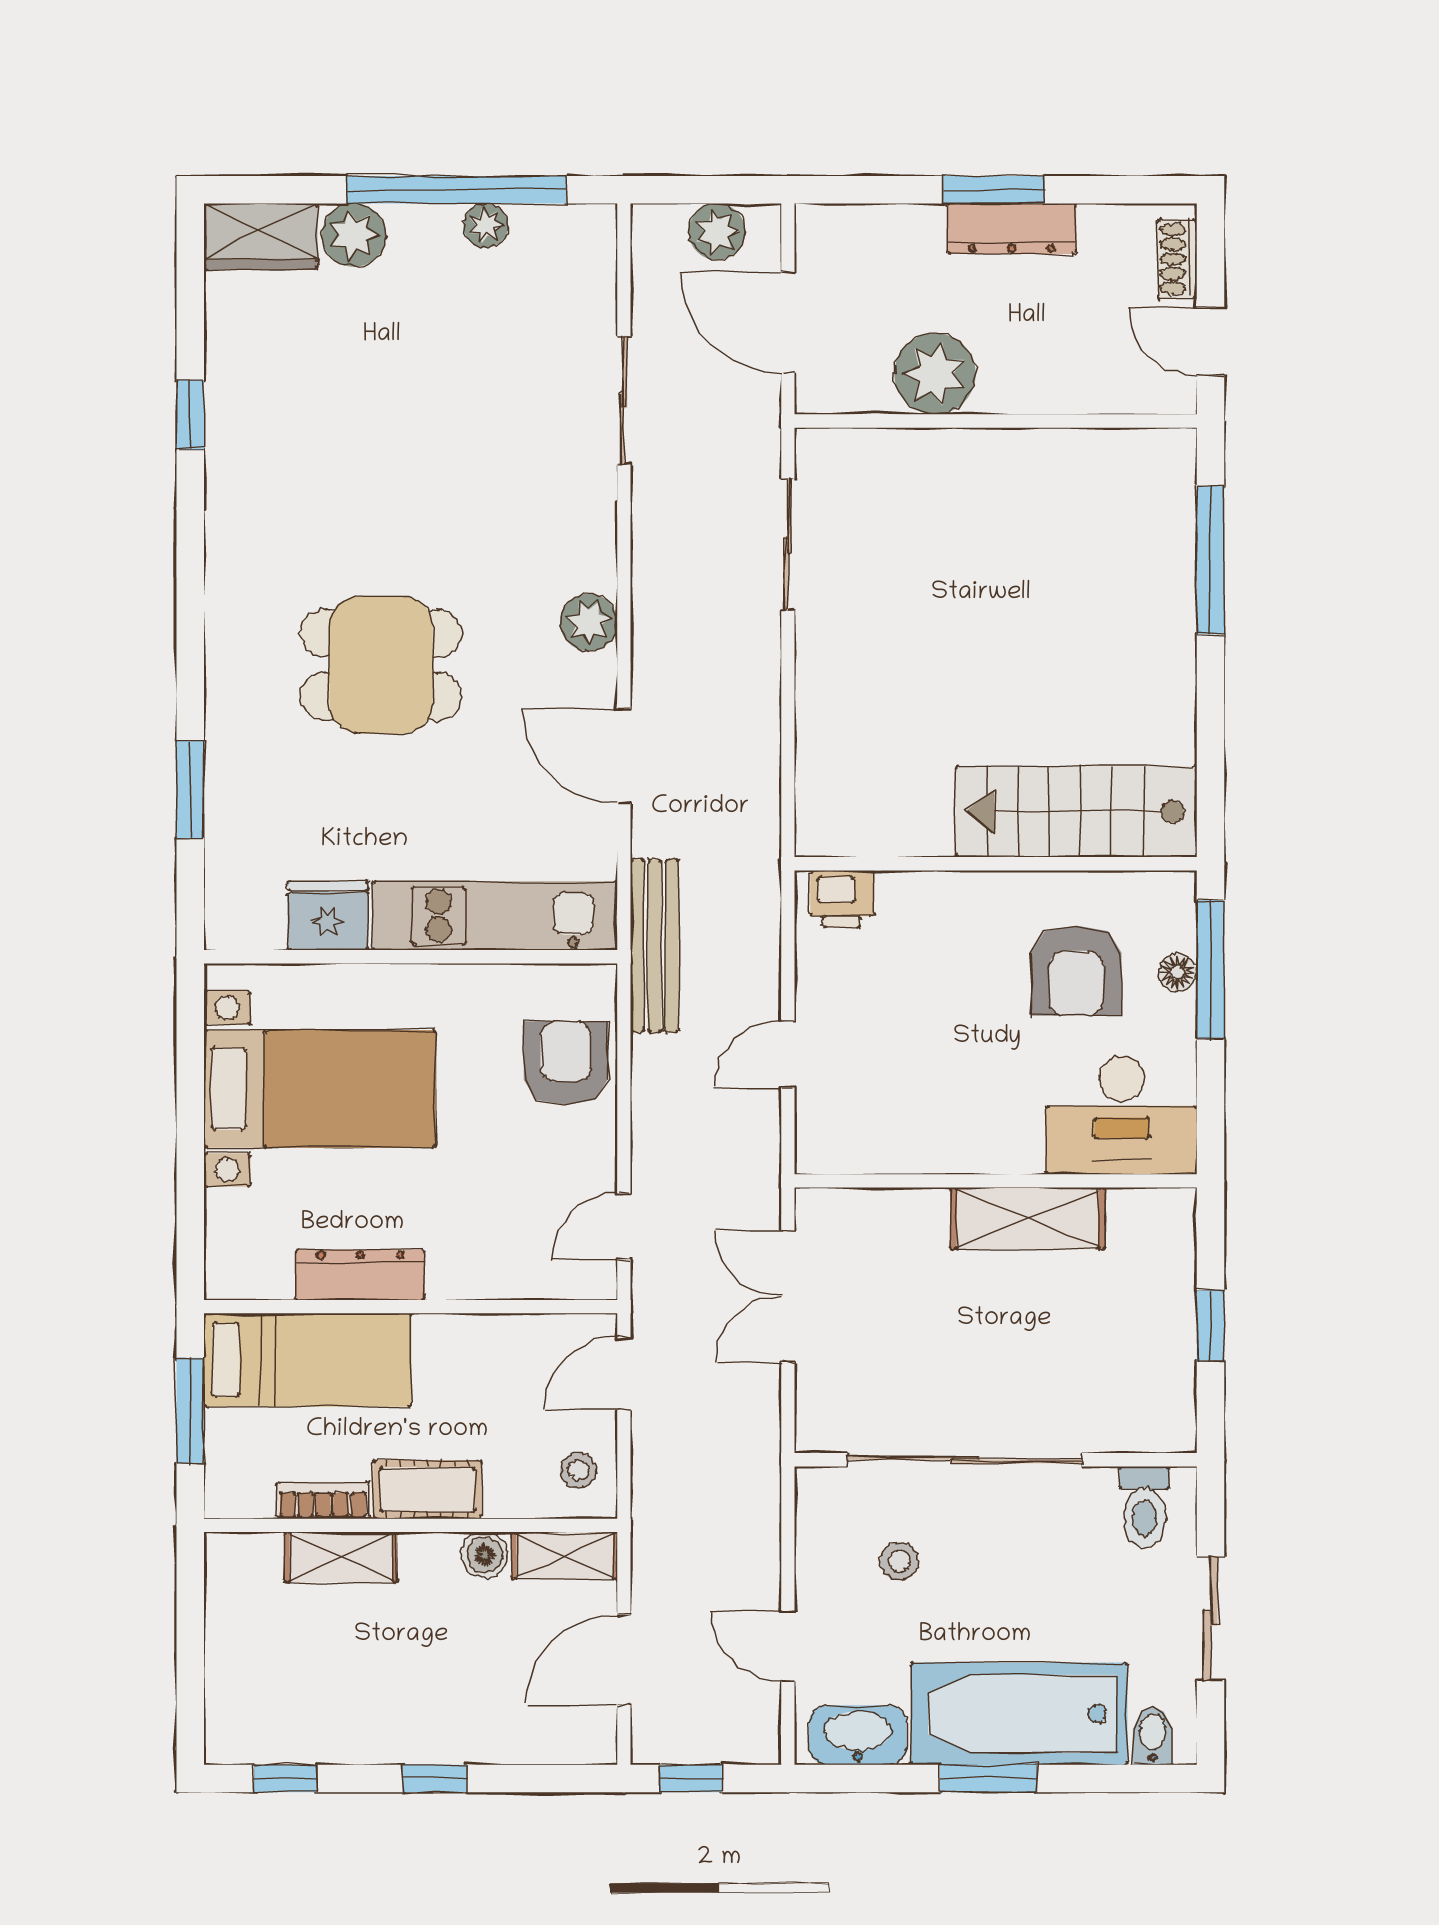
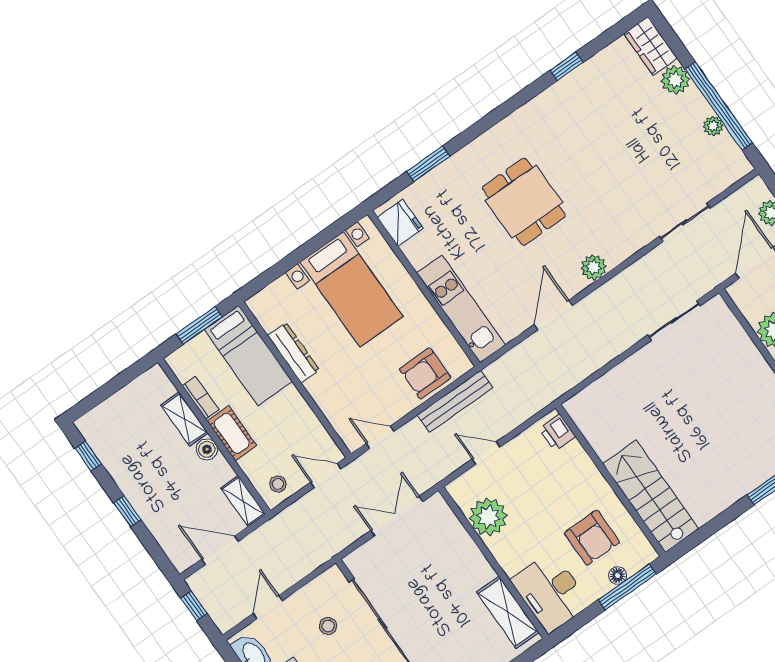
fridge: (328, 916) -> (400, 223), moved
bench: (655, 946) -> (455, 401), moved
armchair: (1076, 971) -> (592, 538), turned -90
armchair: (566, 1063) -> (425, 373), turned 180
plant: (906, 1132) -> (488, 517), added
shelving: (1028, 1218) -> (508, 612), moved
boiler: (485, 1555) -> (207, 449), moved

